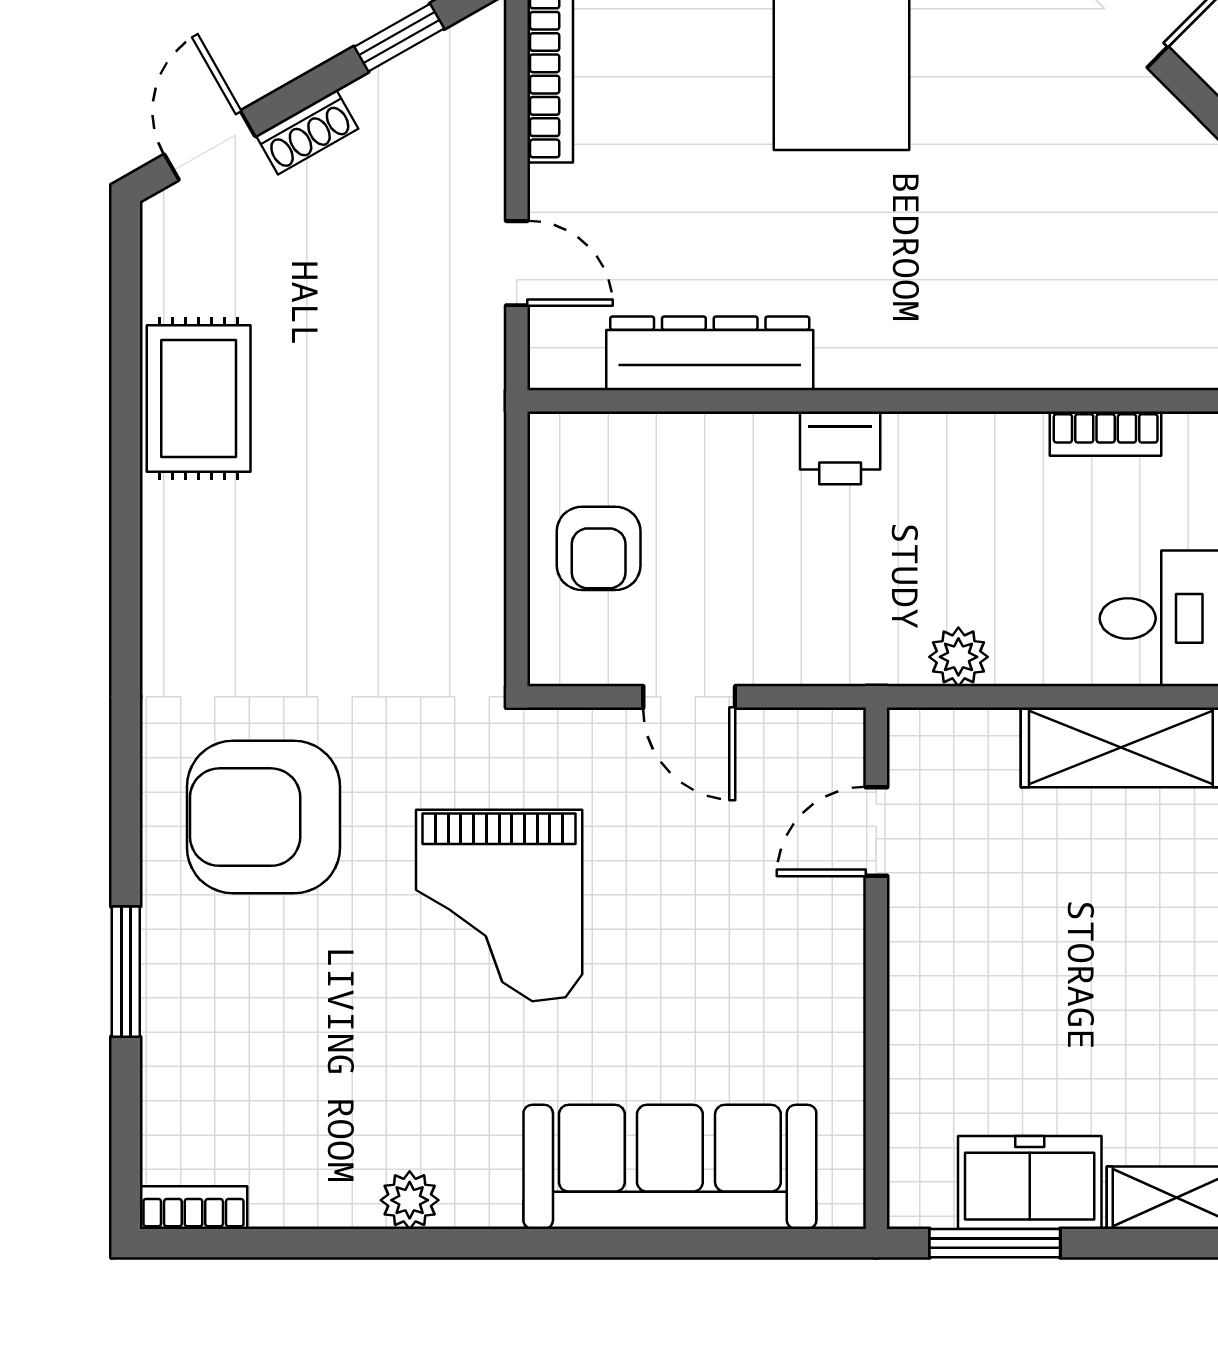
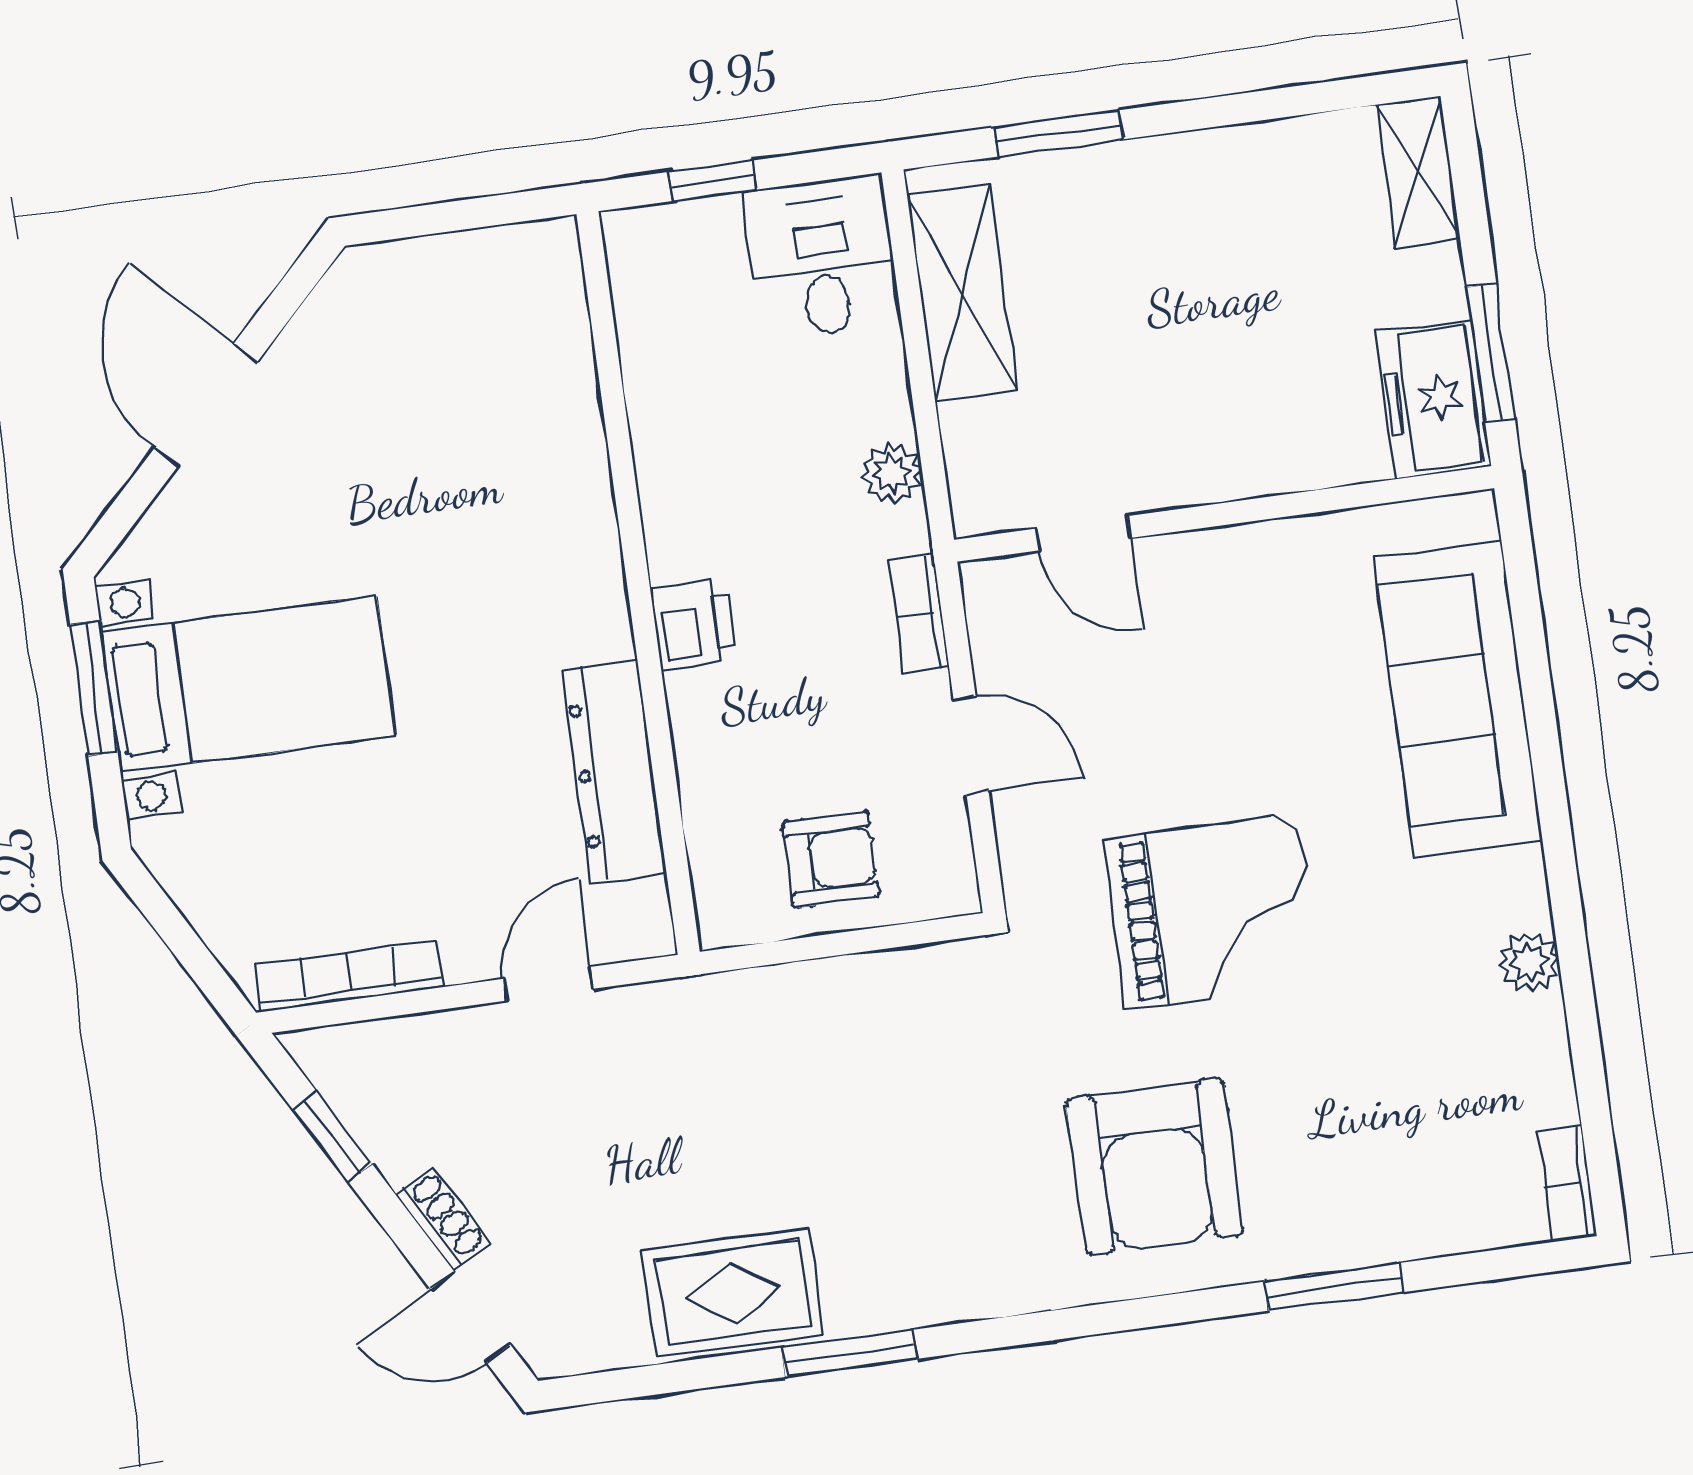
bookcase: (1106, 434) -> (919, 615), moved, turned 180
window: (126, 501) -> (849, 1353), added
door: (689, 697) -> (971, 745), hinge flipped
freezer: (1030, 1182) -> (1433, 399), moved

